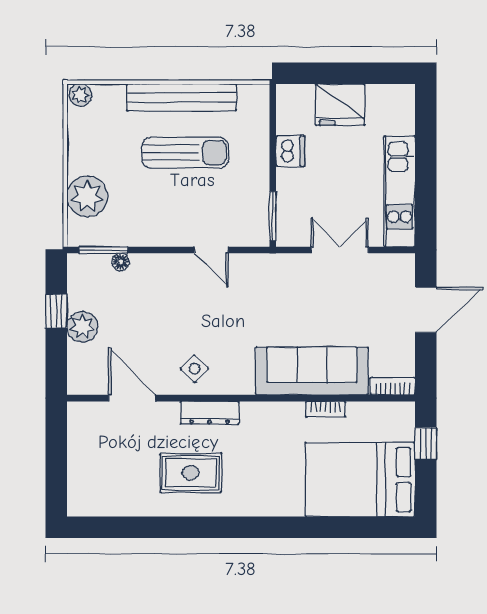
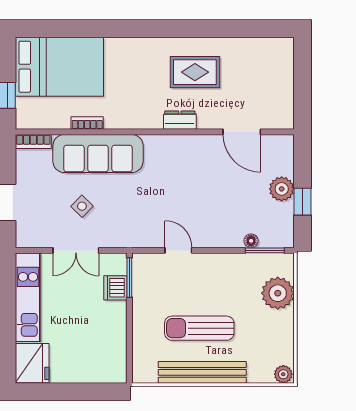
fridge: (340, 105) -> (32, 363), moved, turned 90
dishwasher: (290, 151) -> (115, 288), moved
side table: (194, 369) -> (82, 206), moved
dresser: (210, 413) -> (180, 120), width x0.70

